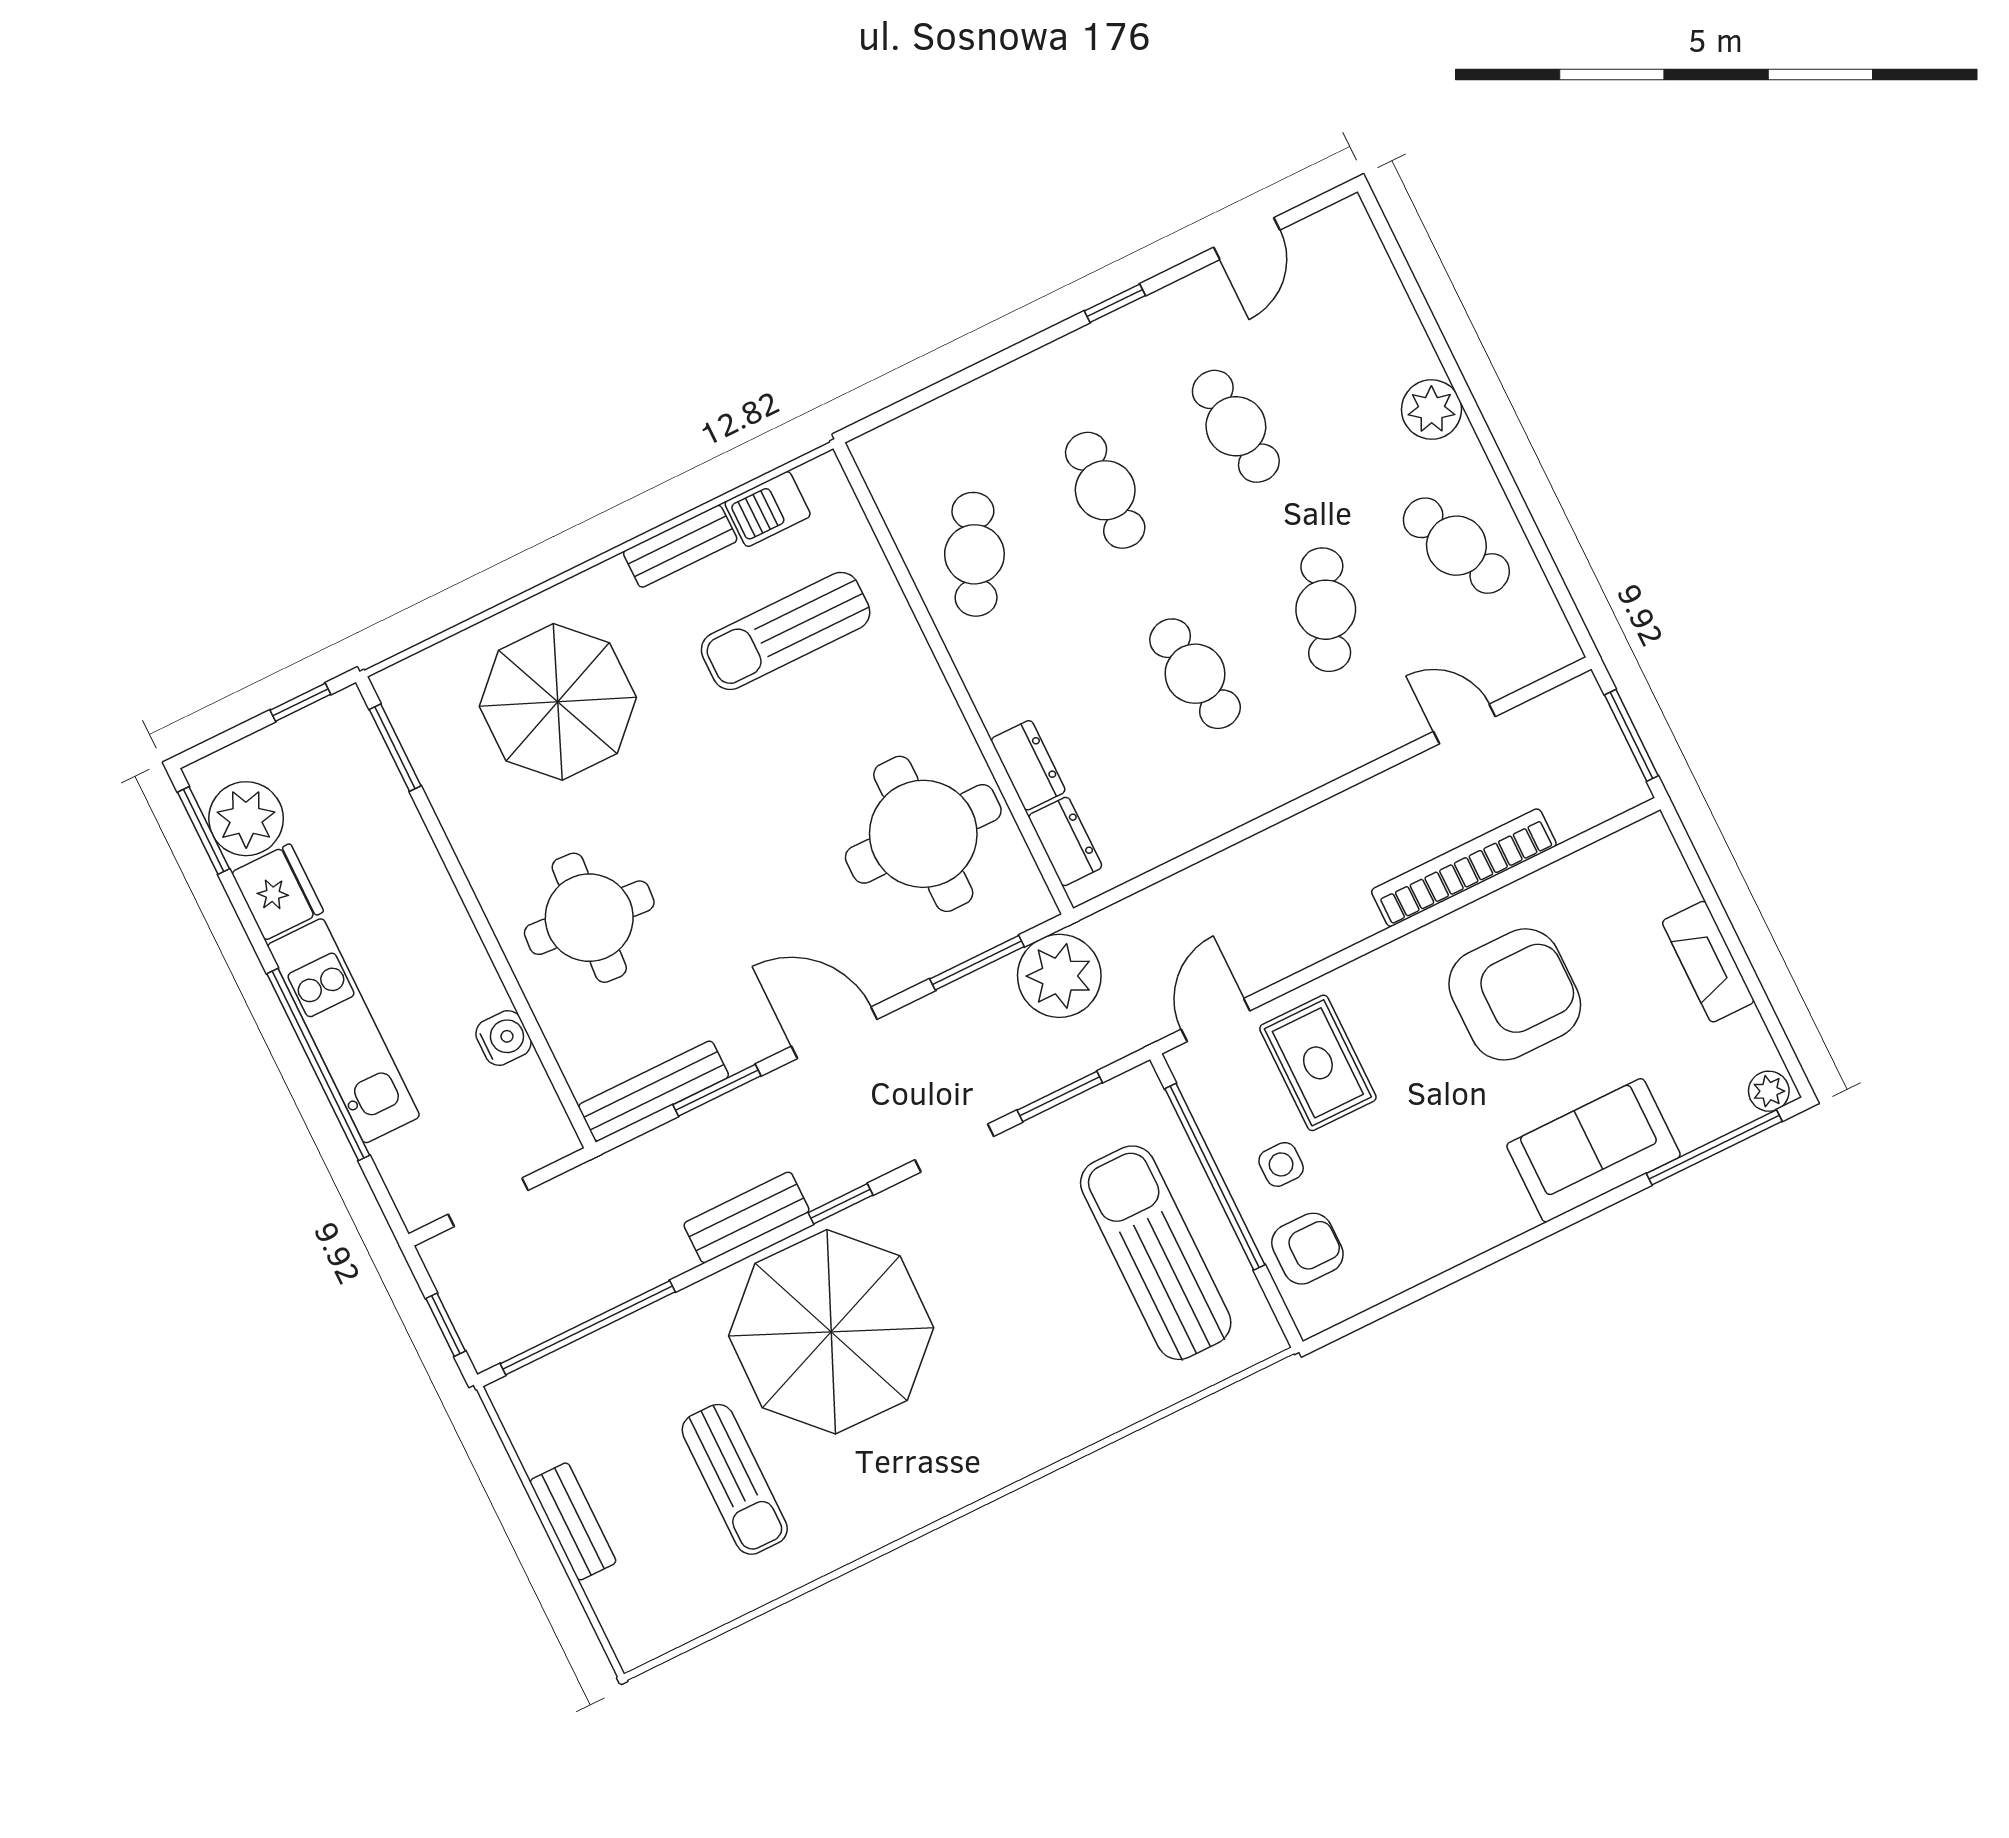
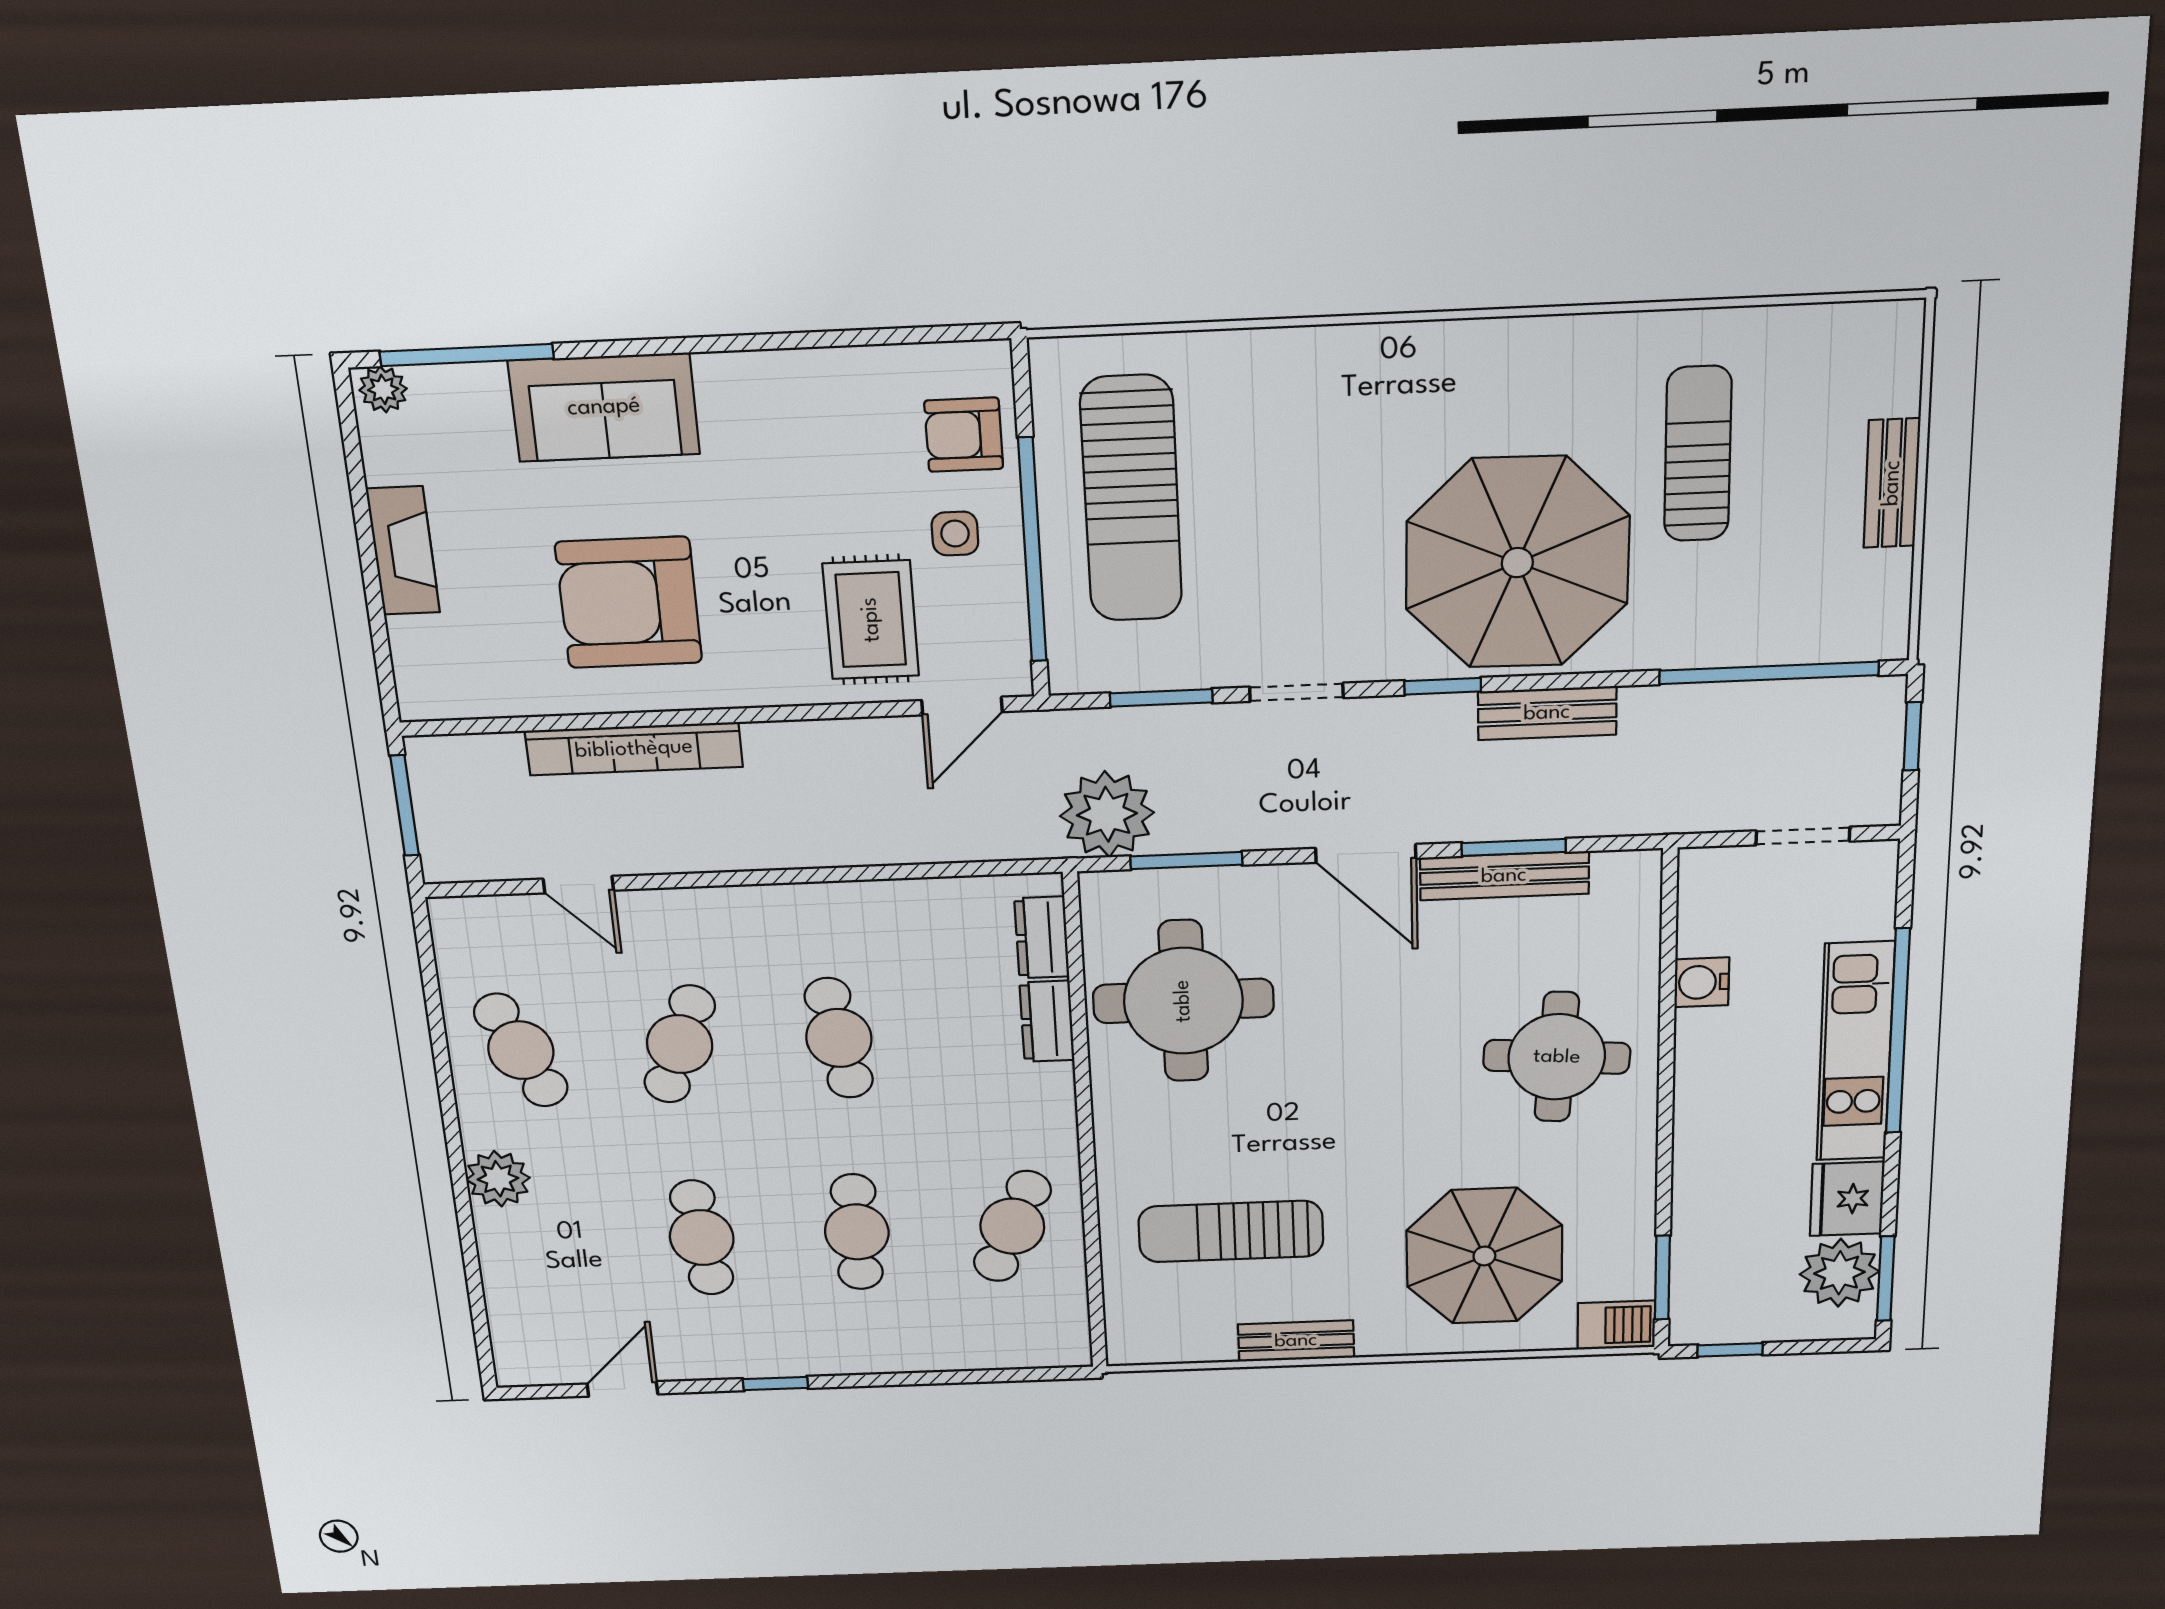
barbecue: (768, 509) -> (1616, 1325), moved
sun lounger: (786, 631) -> (1231, 1231), turned 180
bench: (654, 1091) -> (1504, 876), moved

